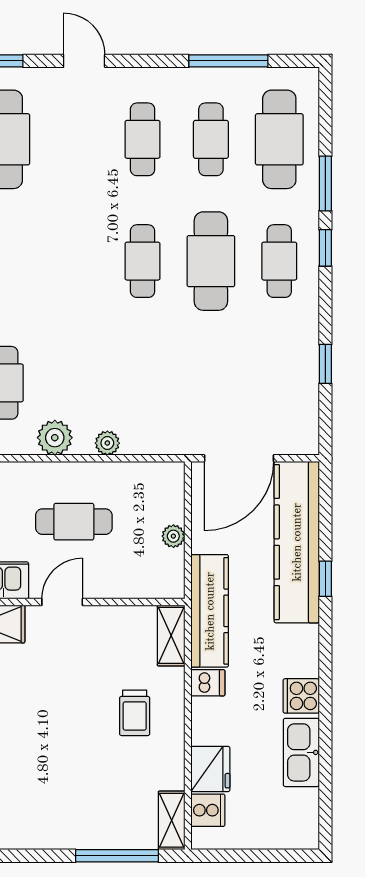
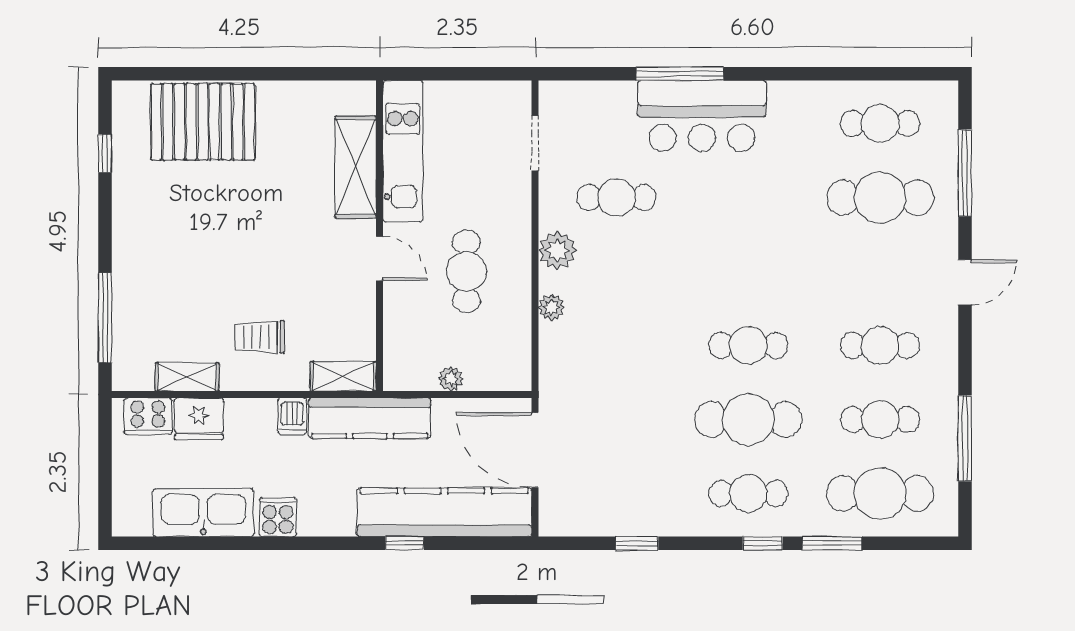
kitchen sink: (301, 752) -> (203, 513), width x1.36, depth x1.24
cooker: (208, 810) -> (148, 416), width x1.36
shelving: (172, 820) -> (187, 377), moved

